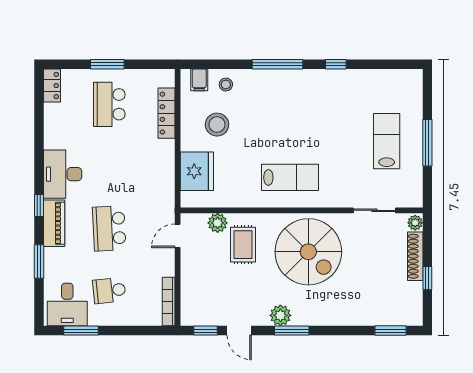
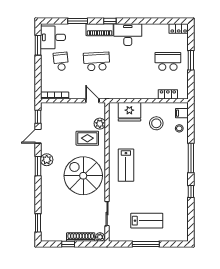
locker: (167, 113) -> (168, 94), width x0.66
spiral stairs: (308, 252) -> (83, 176), turned 90

